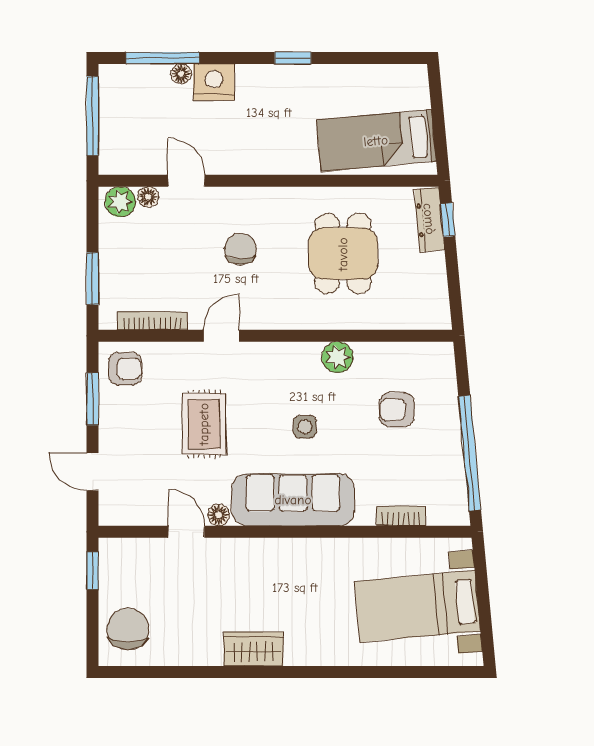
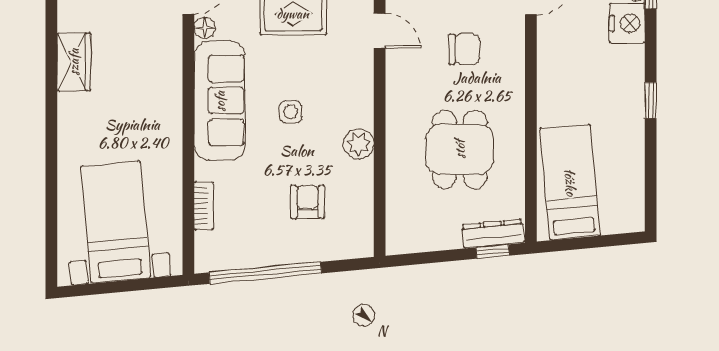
dining table: (343, 254) -> (460, 149), turned 90

